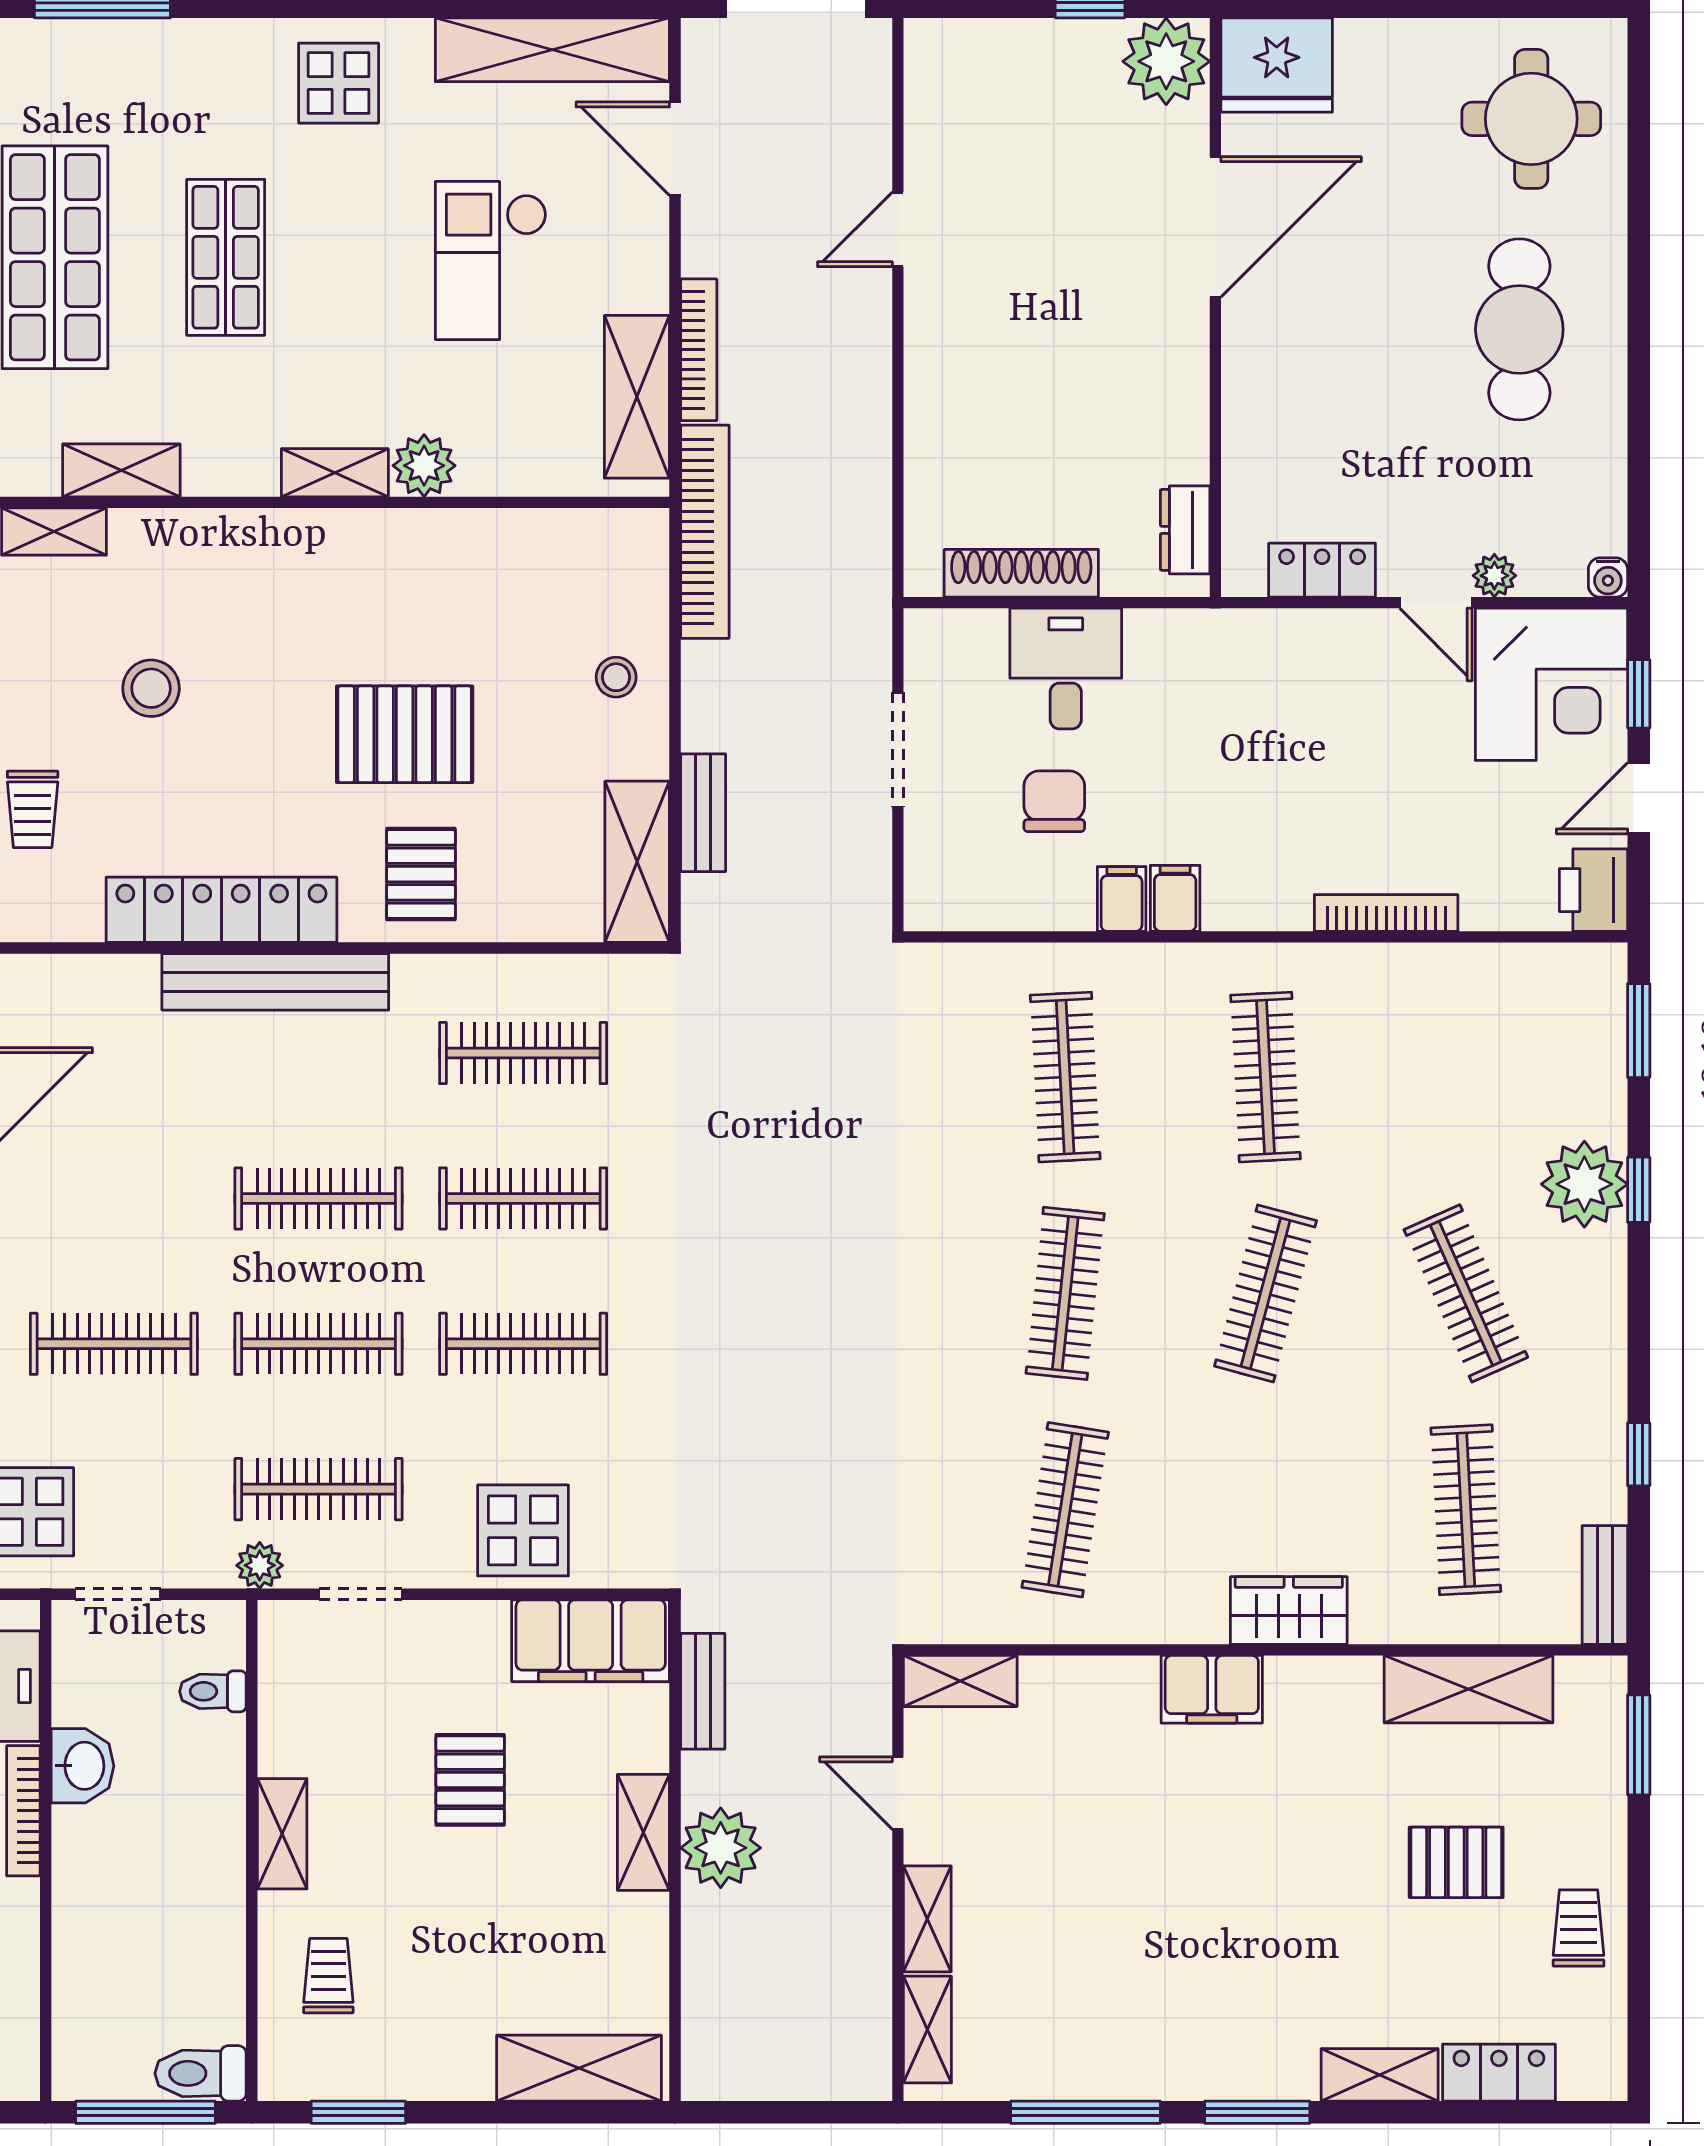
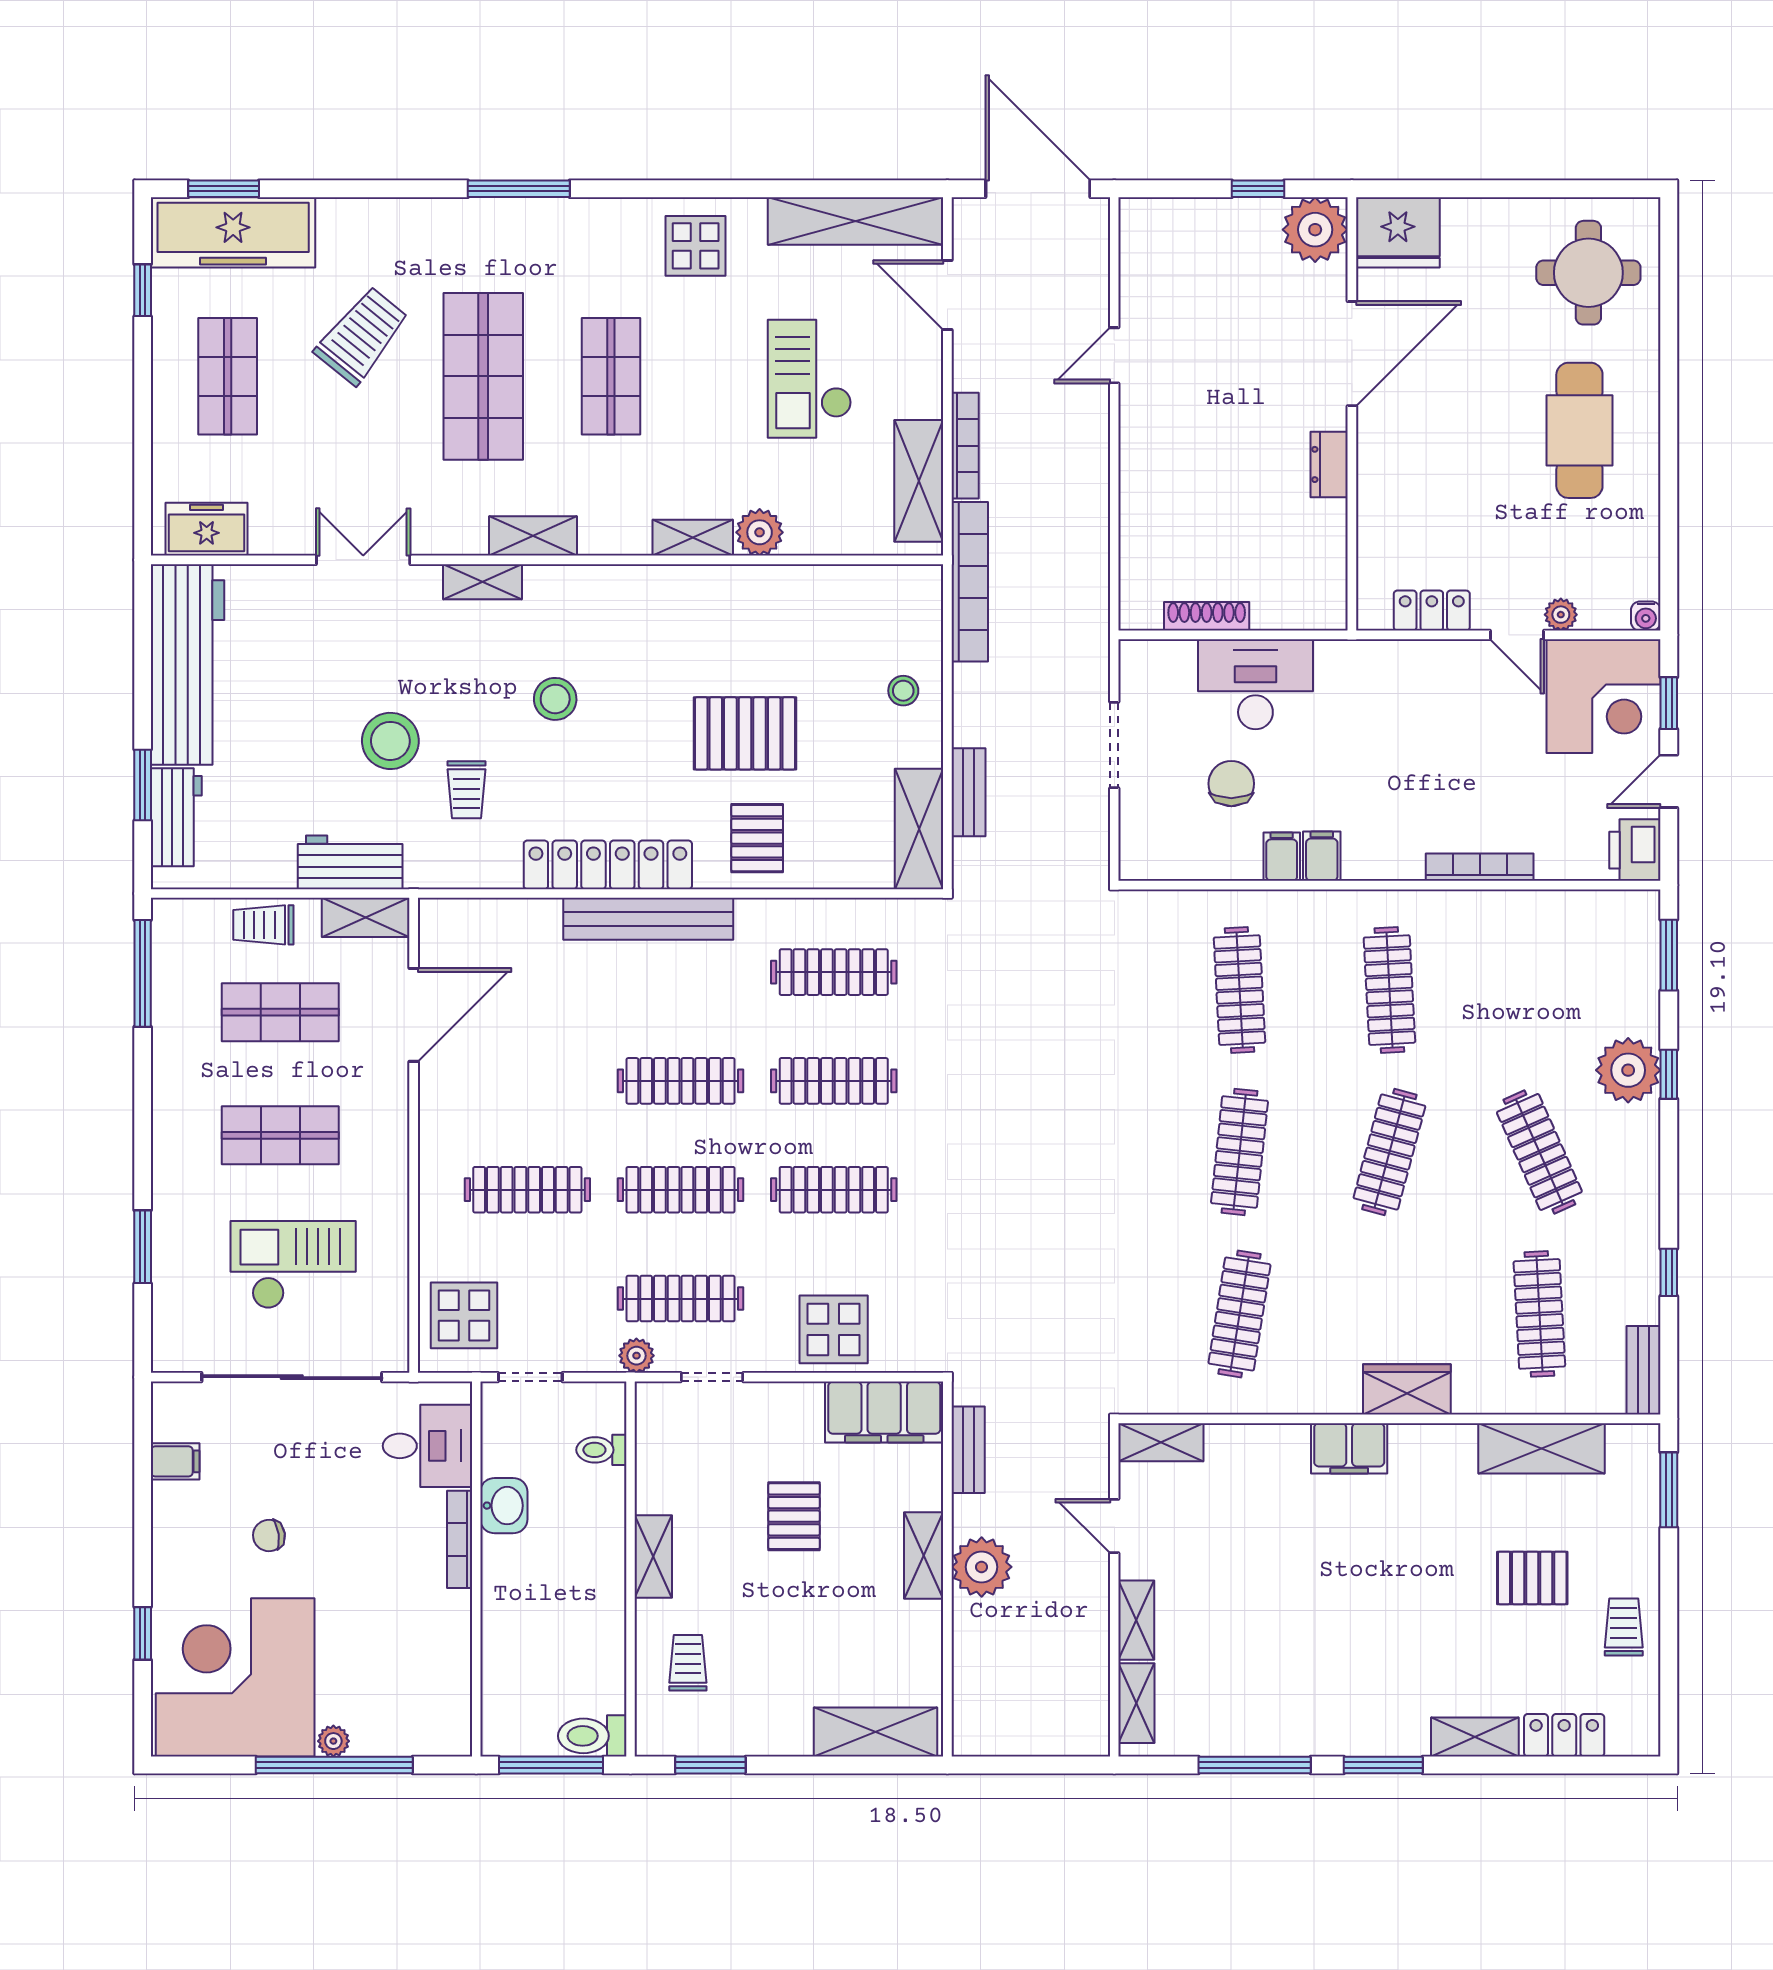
dresser: (1185, 530) -> (1329, 464), moved
shoe rack: (1021, 573) -> (1207, 616), width x0.74, depth x0.81
desk: (1066, 669) -> (1255, 684), width x1.37

